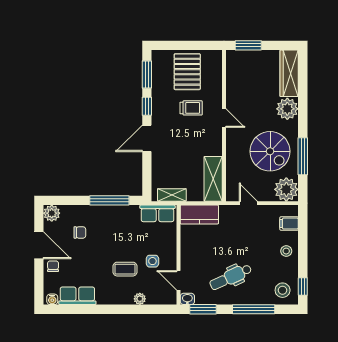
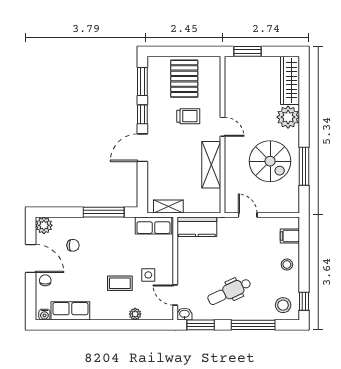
shelving: (213, 179) -> (211, 165), moved
plant: (286, 189) -> (287, 201), removed

